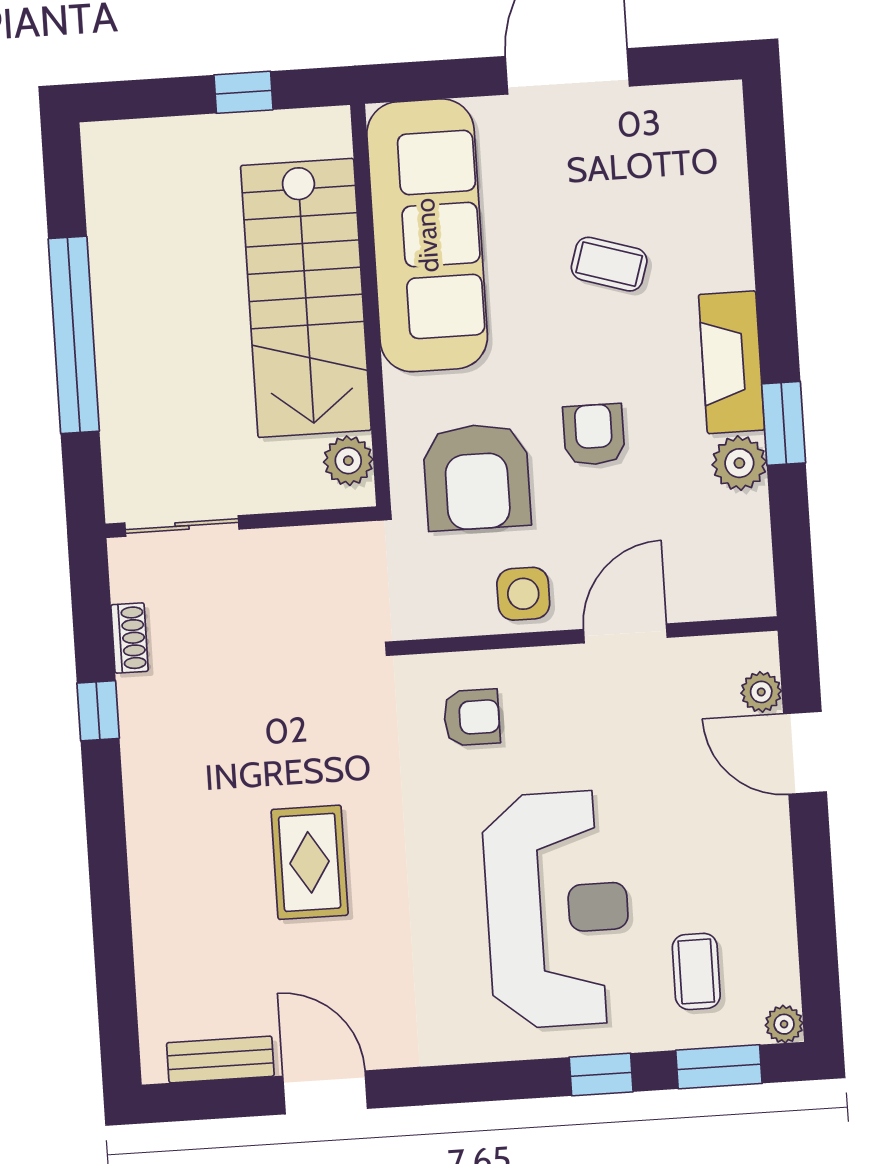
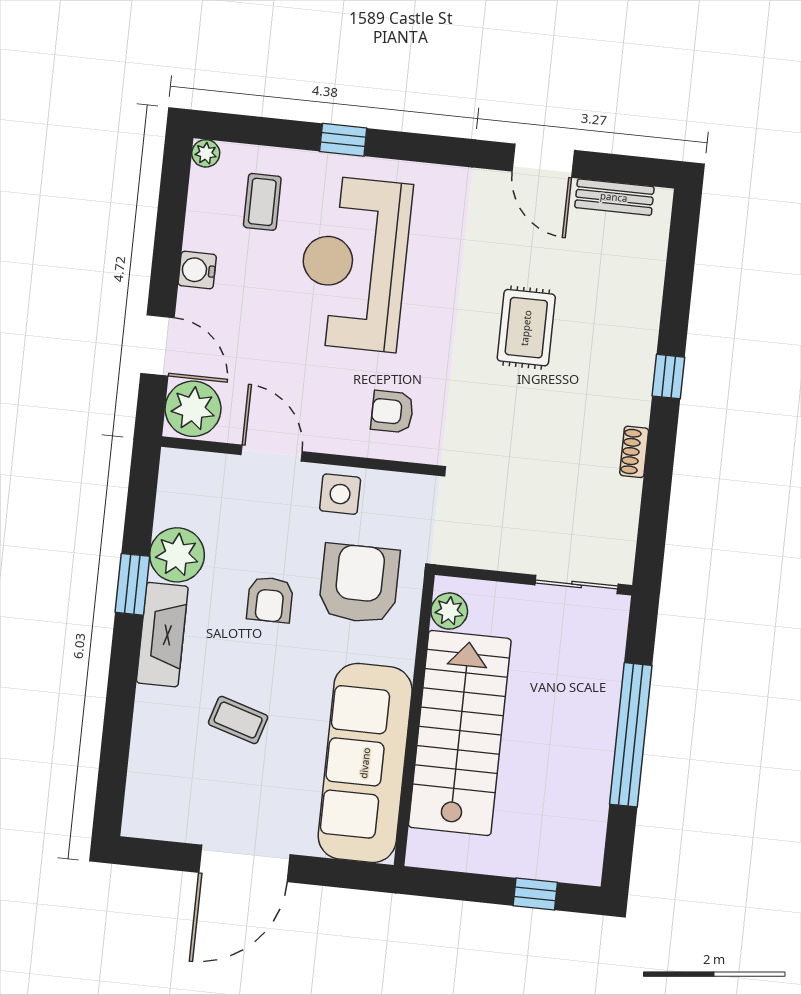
window: (243, 92) -> (535, 894), moved
plant: (739, 463) -> (177, 555), width x1.36, depth x1.36
door: (625, 633) -> (272, 453), swing flipped
shoe rack: (130, 638) -> (634, 452), moved
plant: (761, 692) -> (193, 409), width x1.87, depth x1.87
window: (98, 711) -> (668, 377), moved
water cooler: (769, 864) -> (197, 270), added
window: (719, 1067) -> (258, 131), removed

